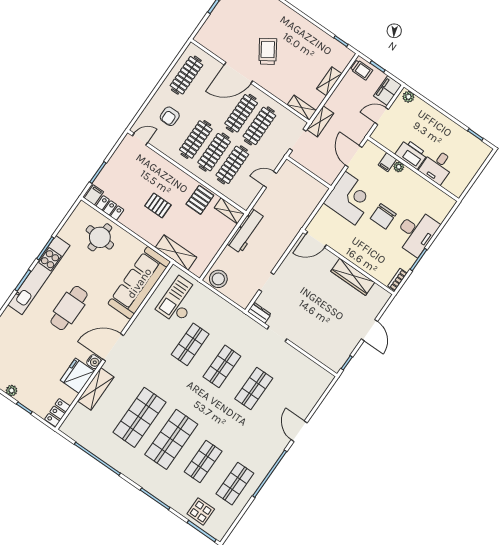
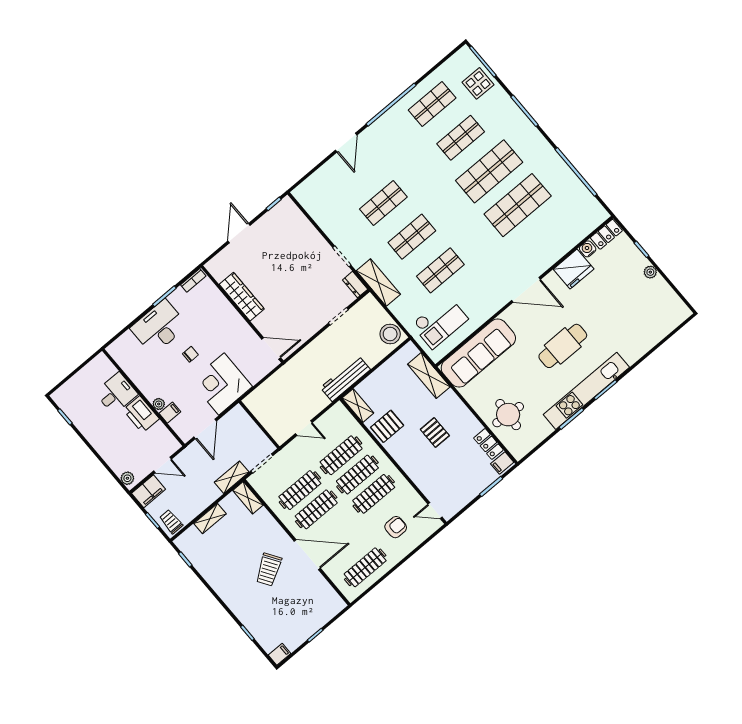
chair: (383, 216) -> (190, 354), width x0.54, depth x0.54
water cooler: (94, 362) -> (588, 249), moved
shelving: (96, 389) -> (378, 282), moved, turned 90

